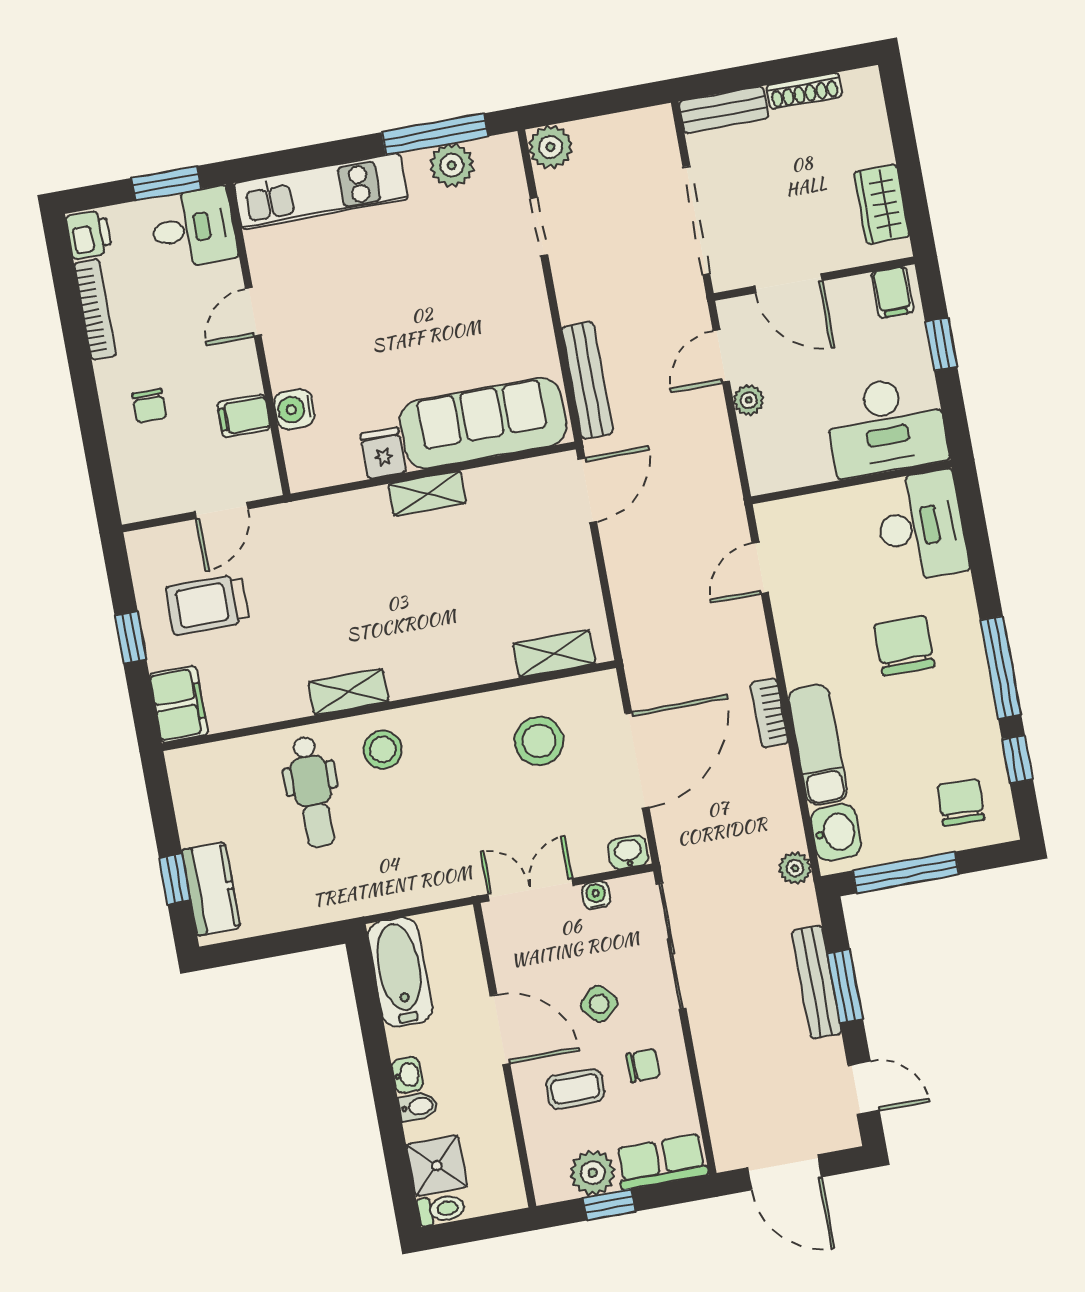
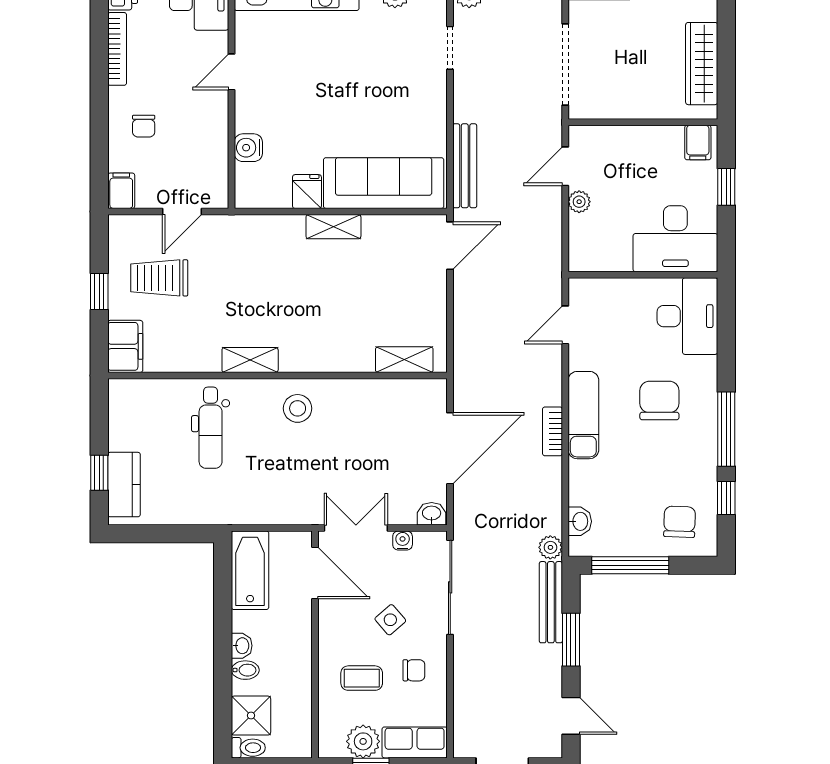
wardrobe: (882, 204) -> (702, 64), width x1.50
door: (788, 283) -> (624, 122), removed
filing cabinet: (244, 416) -> (121, 191), moved, turned 90
stool: (539, 741) -> (382, 421), removed
exam couch: (818, 745) -> (583, 415), moved
stool: (383, 750) -> (298, 408), moved
washbasin: (836, 832) -> (580, 521), width x0.72, depth x0.69
bench: (817, 982) -> (551, 602), moved
door: (500, 1030) -> (315, 573), moved

